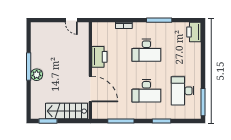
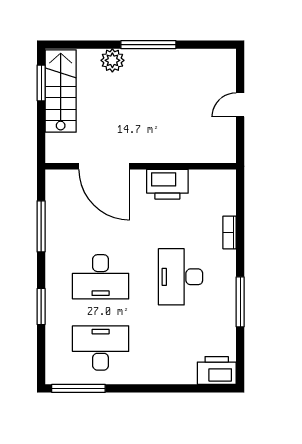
door: (71, 20) -> (240, 105), moved
plant: (37, 75) -> (112, 60), moved
door: (90, 89) -> (104, 166), hinge flipped
desk: (146, 91) -> (101, 277), turned -90
stairs: (67, 111) -> (61, 91), moved

